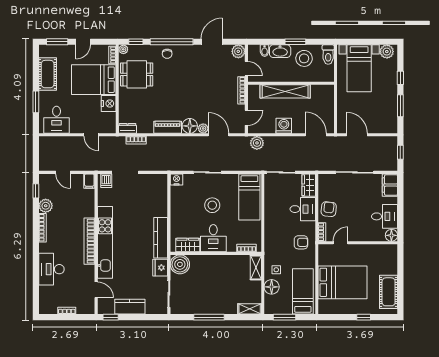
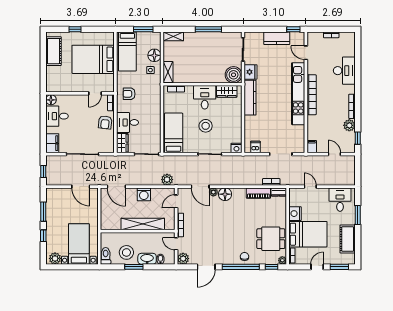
piano: (168, 127) -> (258, 193), moved
dishwasher: (106, 181) -> (255, 147), moved

